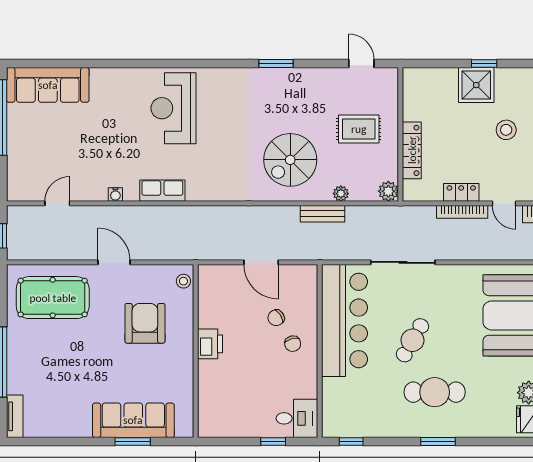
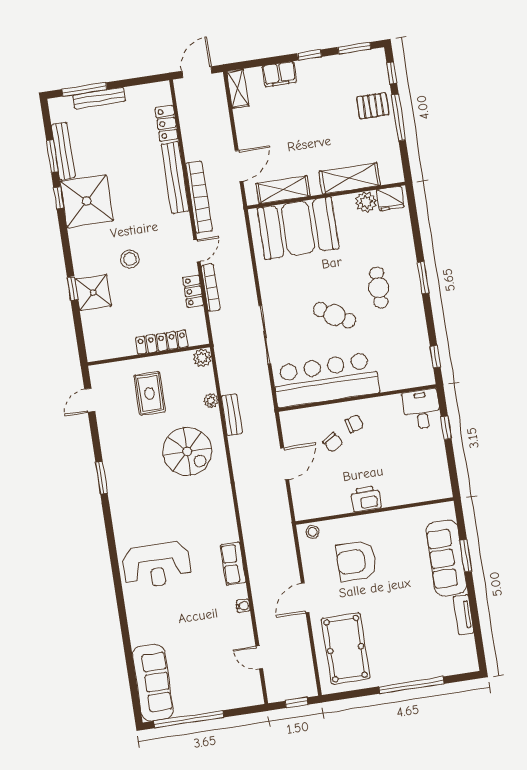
cafe table: (435, 392) -> (379, 288), width x0.73, depth x0.74
tv unit: (15, 416) -> (463, 615), moved, turned -90

